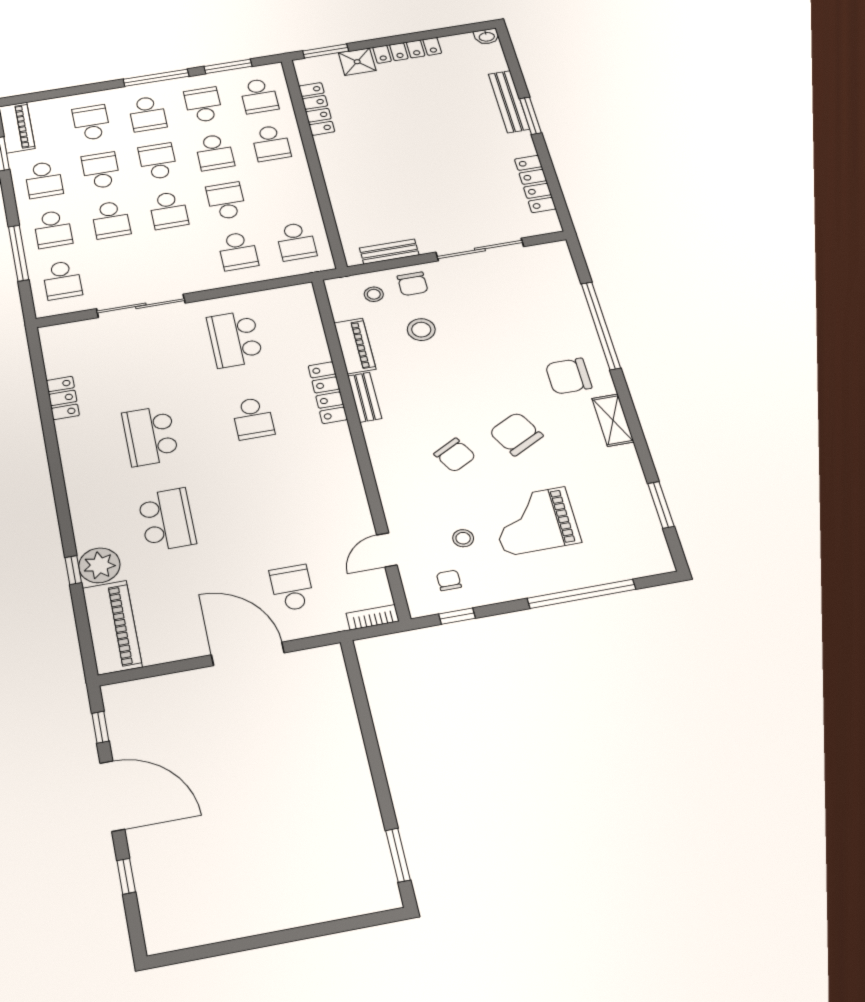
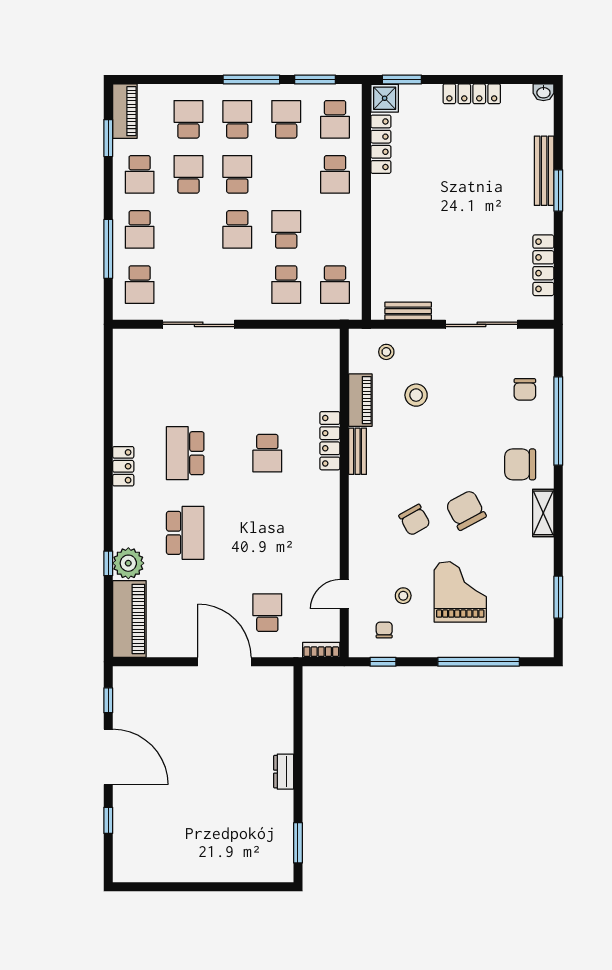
shower: (357, 62) -> (385, 98), moved
school desk: (147, 114) -> (237, 119), turned 180
school desk: (215, 152) -> (286, 174), removed
school desk: (111, 220) -> (188, 229), removed
chair: (413, 284) -> (525, 389), moved
school desk: (235, 339) -> (267, 373), removed
locker: (63, 398) -> (123, 466), moved
grand piano: (535, 521) -> (460, 592), turned 90
dresser: (357, 770) -> (284, 772), added

